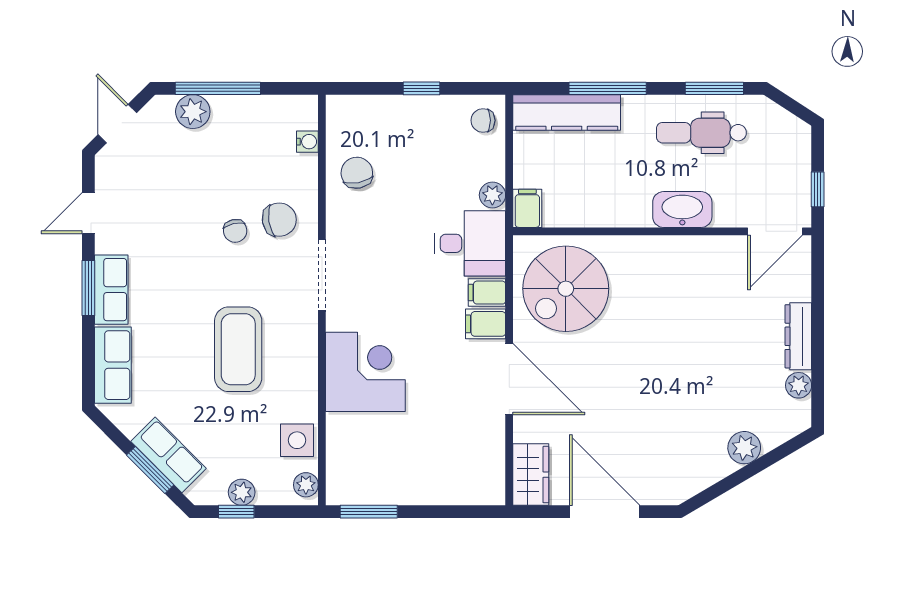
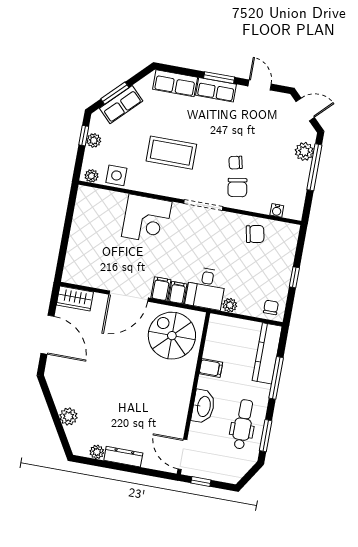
filing cabinet: (527, 208) -> (211, 368), moved
window: (369, 512) -> (71, 207), removed
door: (605, 512) -> (48, 335), hinge flipped

